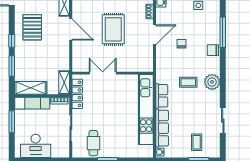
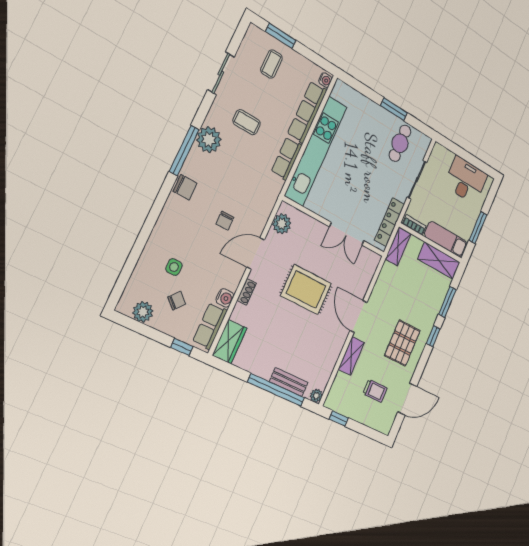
rug: (113, 29) -> (306, 290), turned 90
window: (223, 32) -> (184, 151), moved
plant: (147, 59) -> (282, 224), added
coffee table: (188, 82) -> (247, 122), moved

